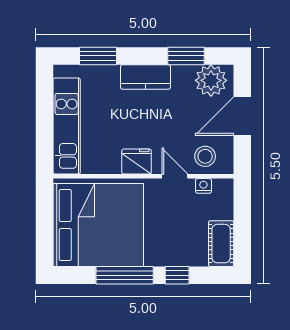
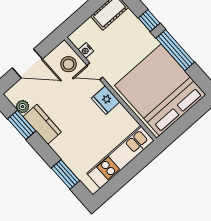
kitchen counter: (145, 77) -> (42, 124), moved
plant: (211, 80) -> (23, 107), width x0.53, depth x0.53
door: (175, 176) -> (95, 71), hinge flipped

